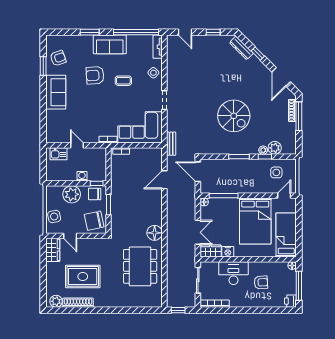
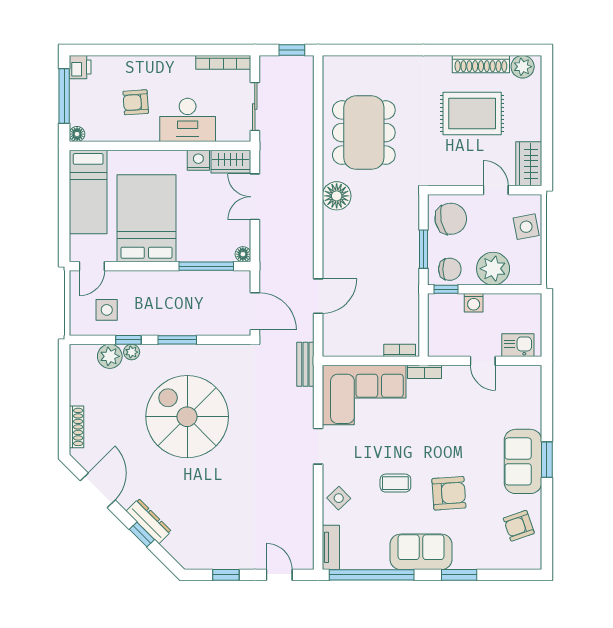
dresser: (241, 48) -> (149, 521), moved
window: (43, 66) -> (547, 460), moved
spiral stairs: (234, 116) -> (187, 417), width x1.37, depth x1.37
window: (299, 116) -> (64, 416), removed

